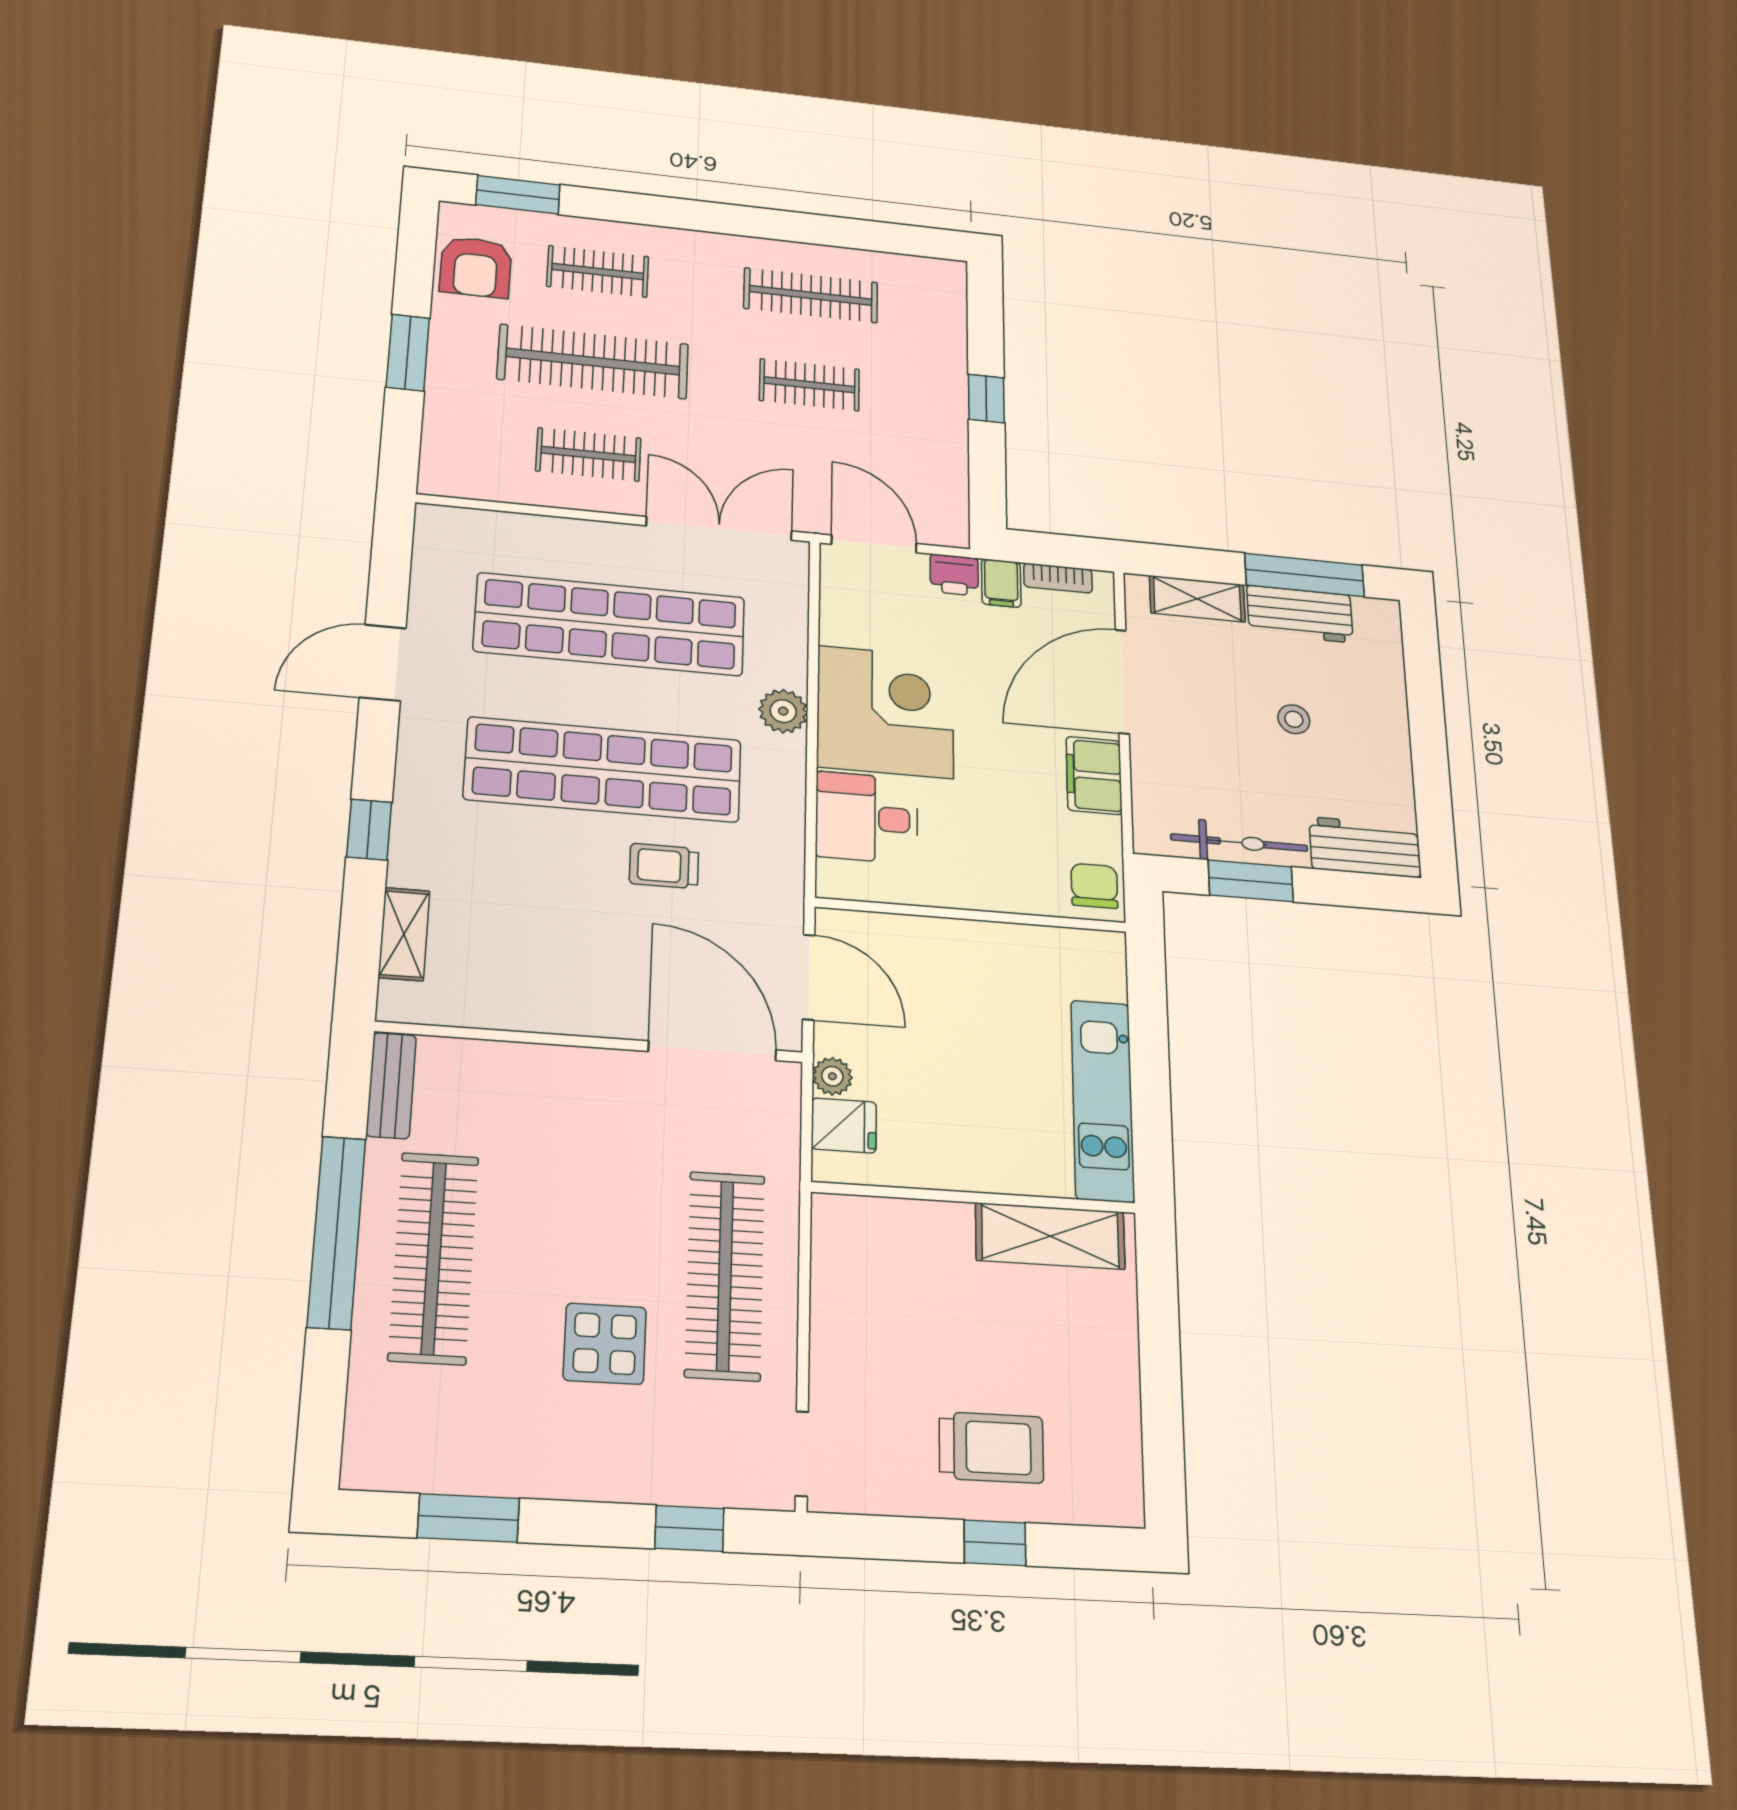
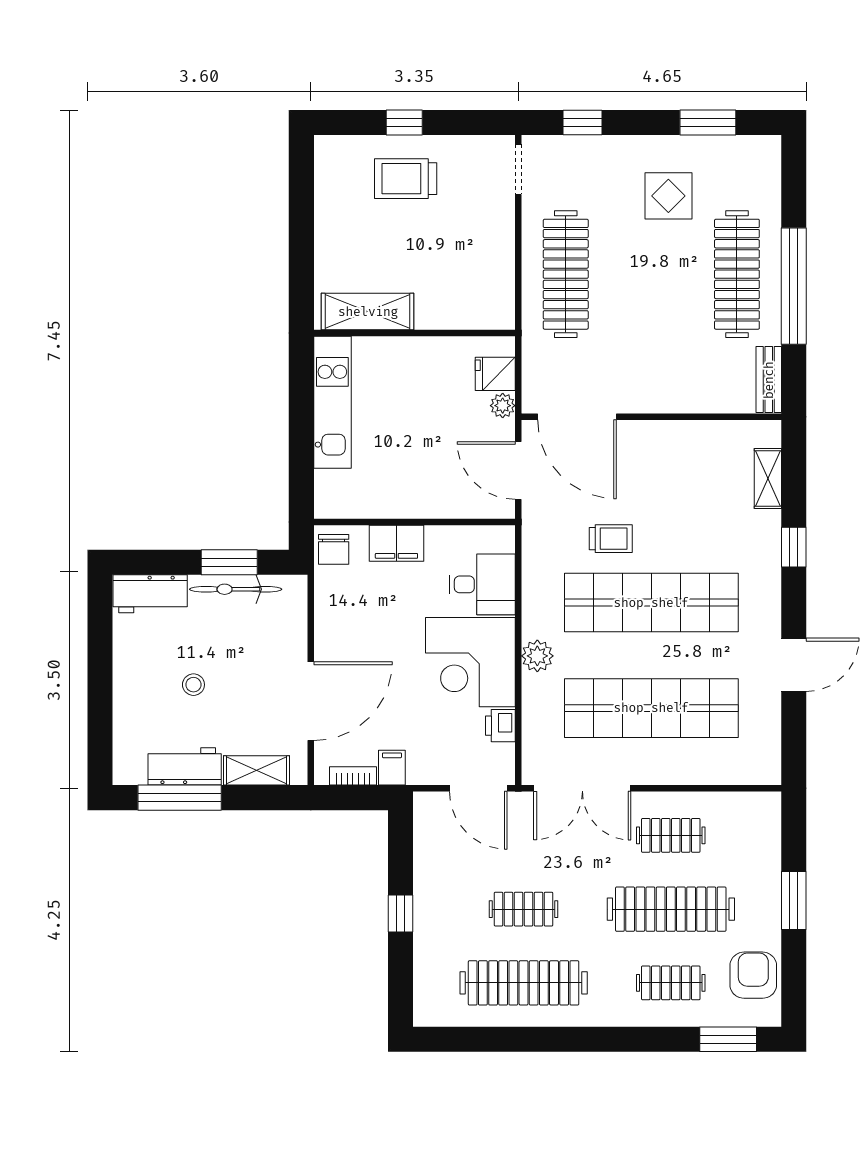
clothes rail: (811, 295) -> (524, 983), width x1.37, depth x1.31
printer: (954, 575) -> (500, 726), moved, turned -90
filing cabinet: (1094, 775) -> (396, 543), moved, turned 90
display table: (605, 1344) -> (668, 196), moved

